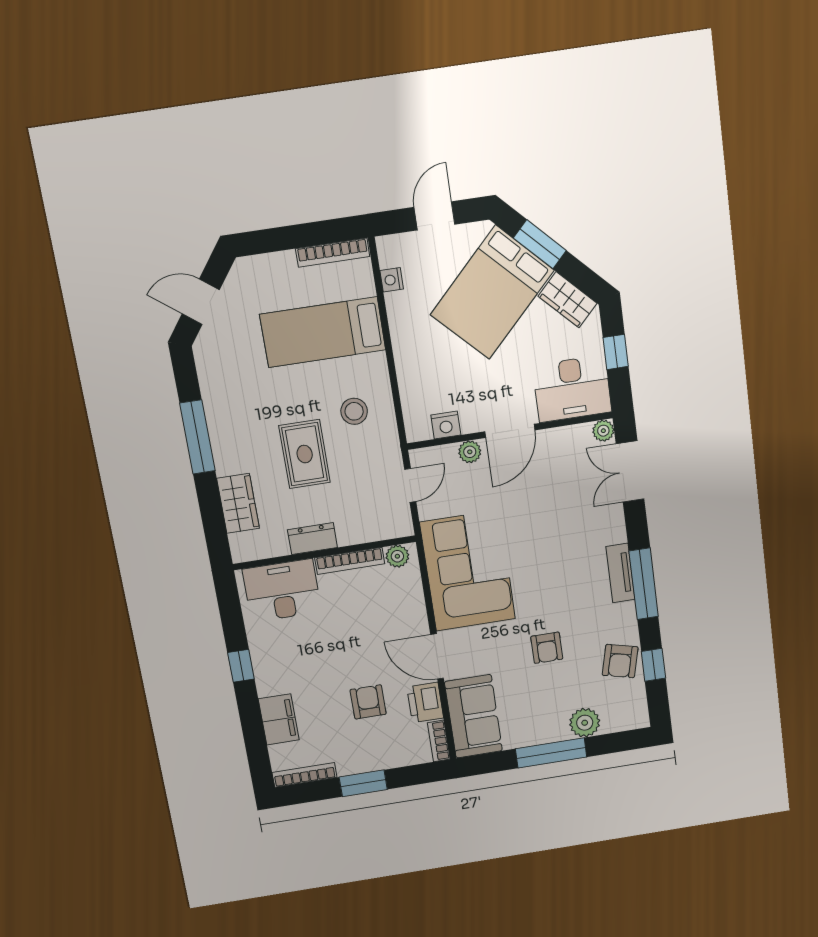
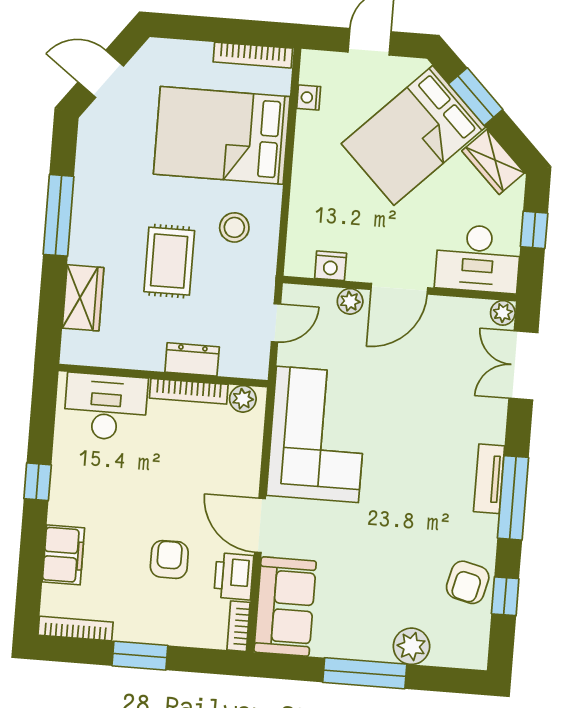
bed: (323, 332) -> (222, 135), width x1.50
dresser: (312, 539) -> (192, 359), moved
armchair: (547, 648) -> (387, 546), removed

